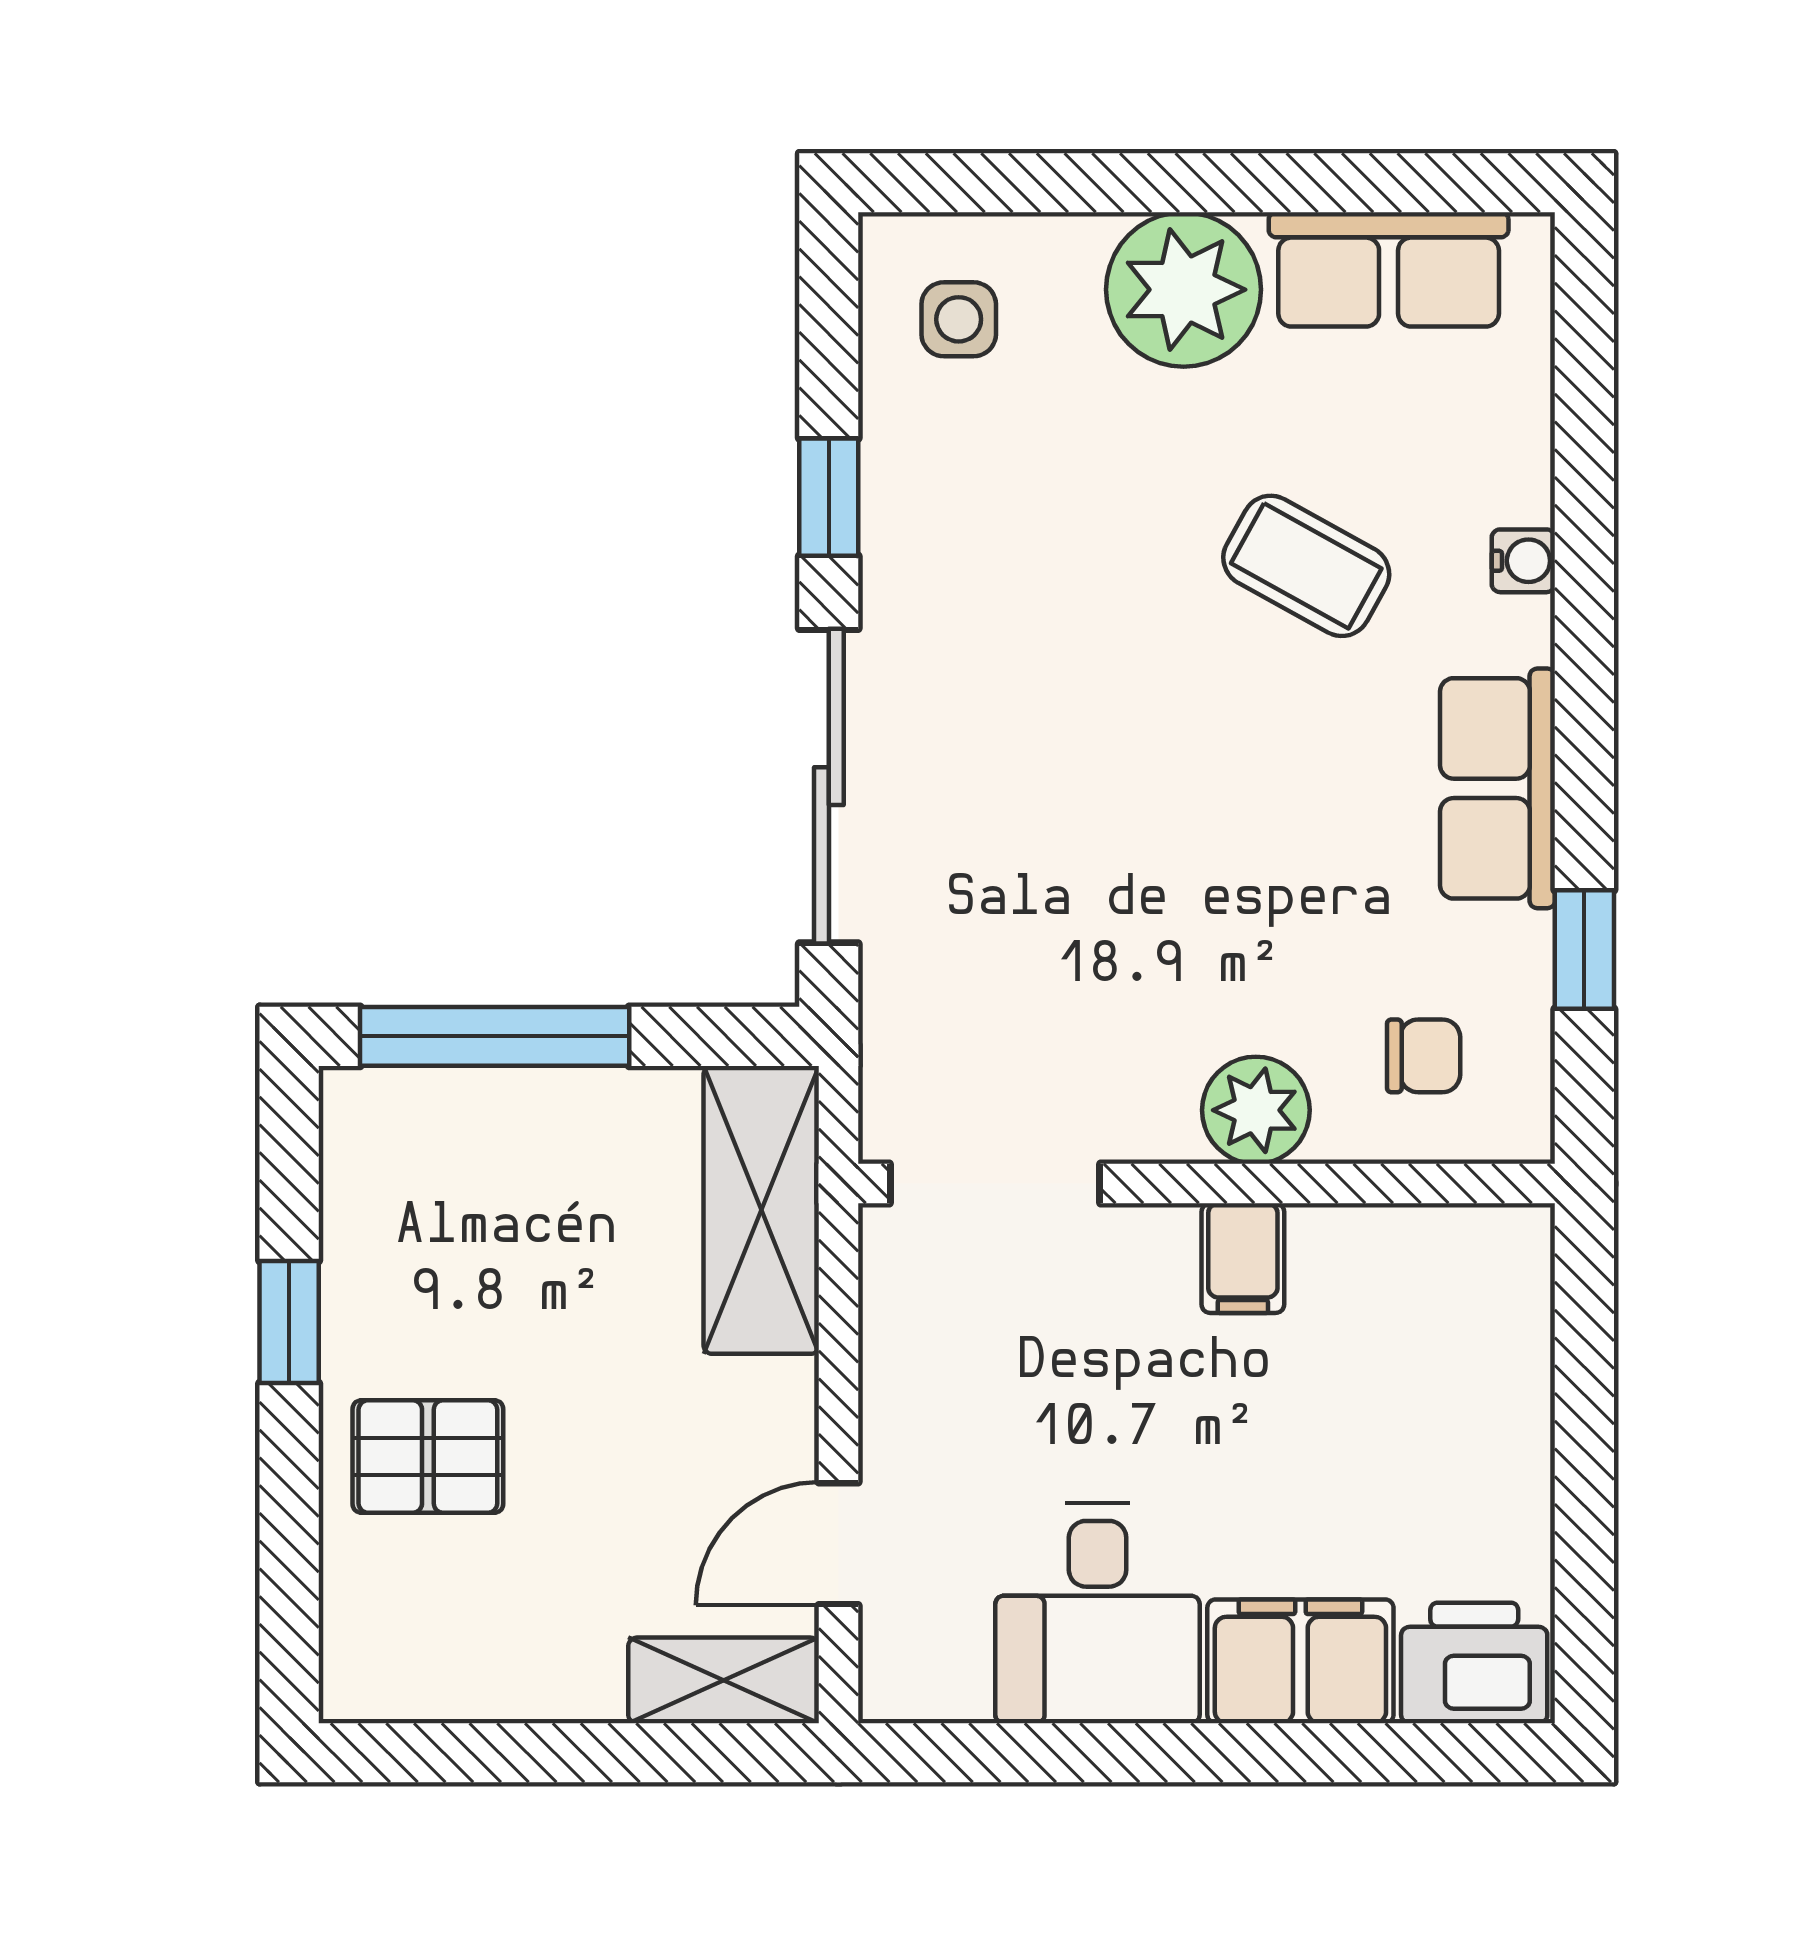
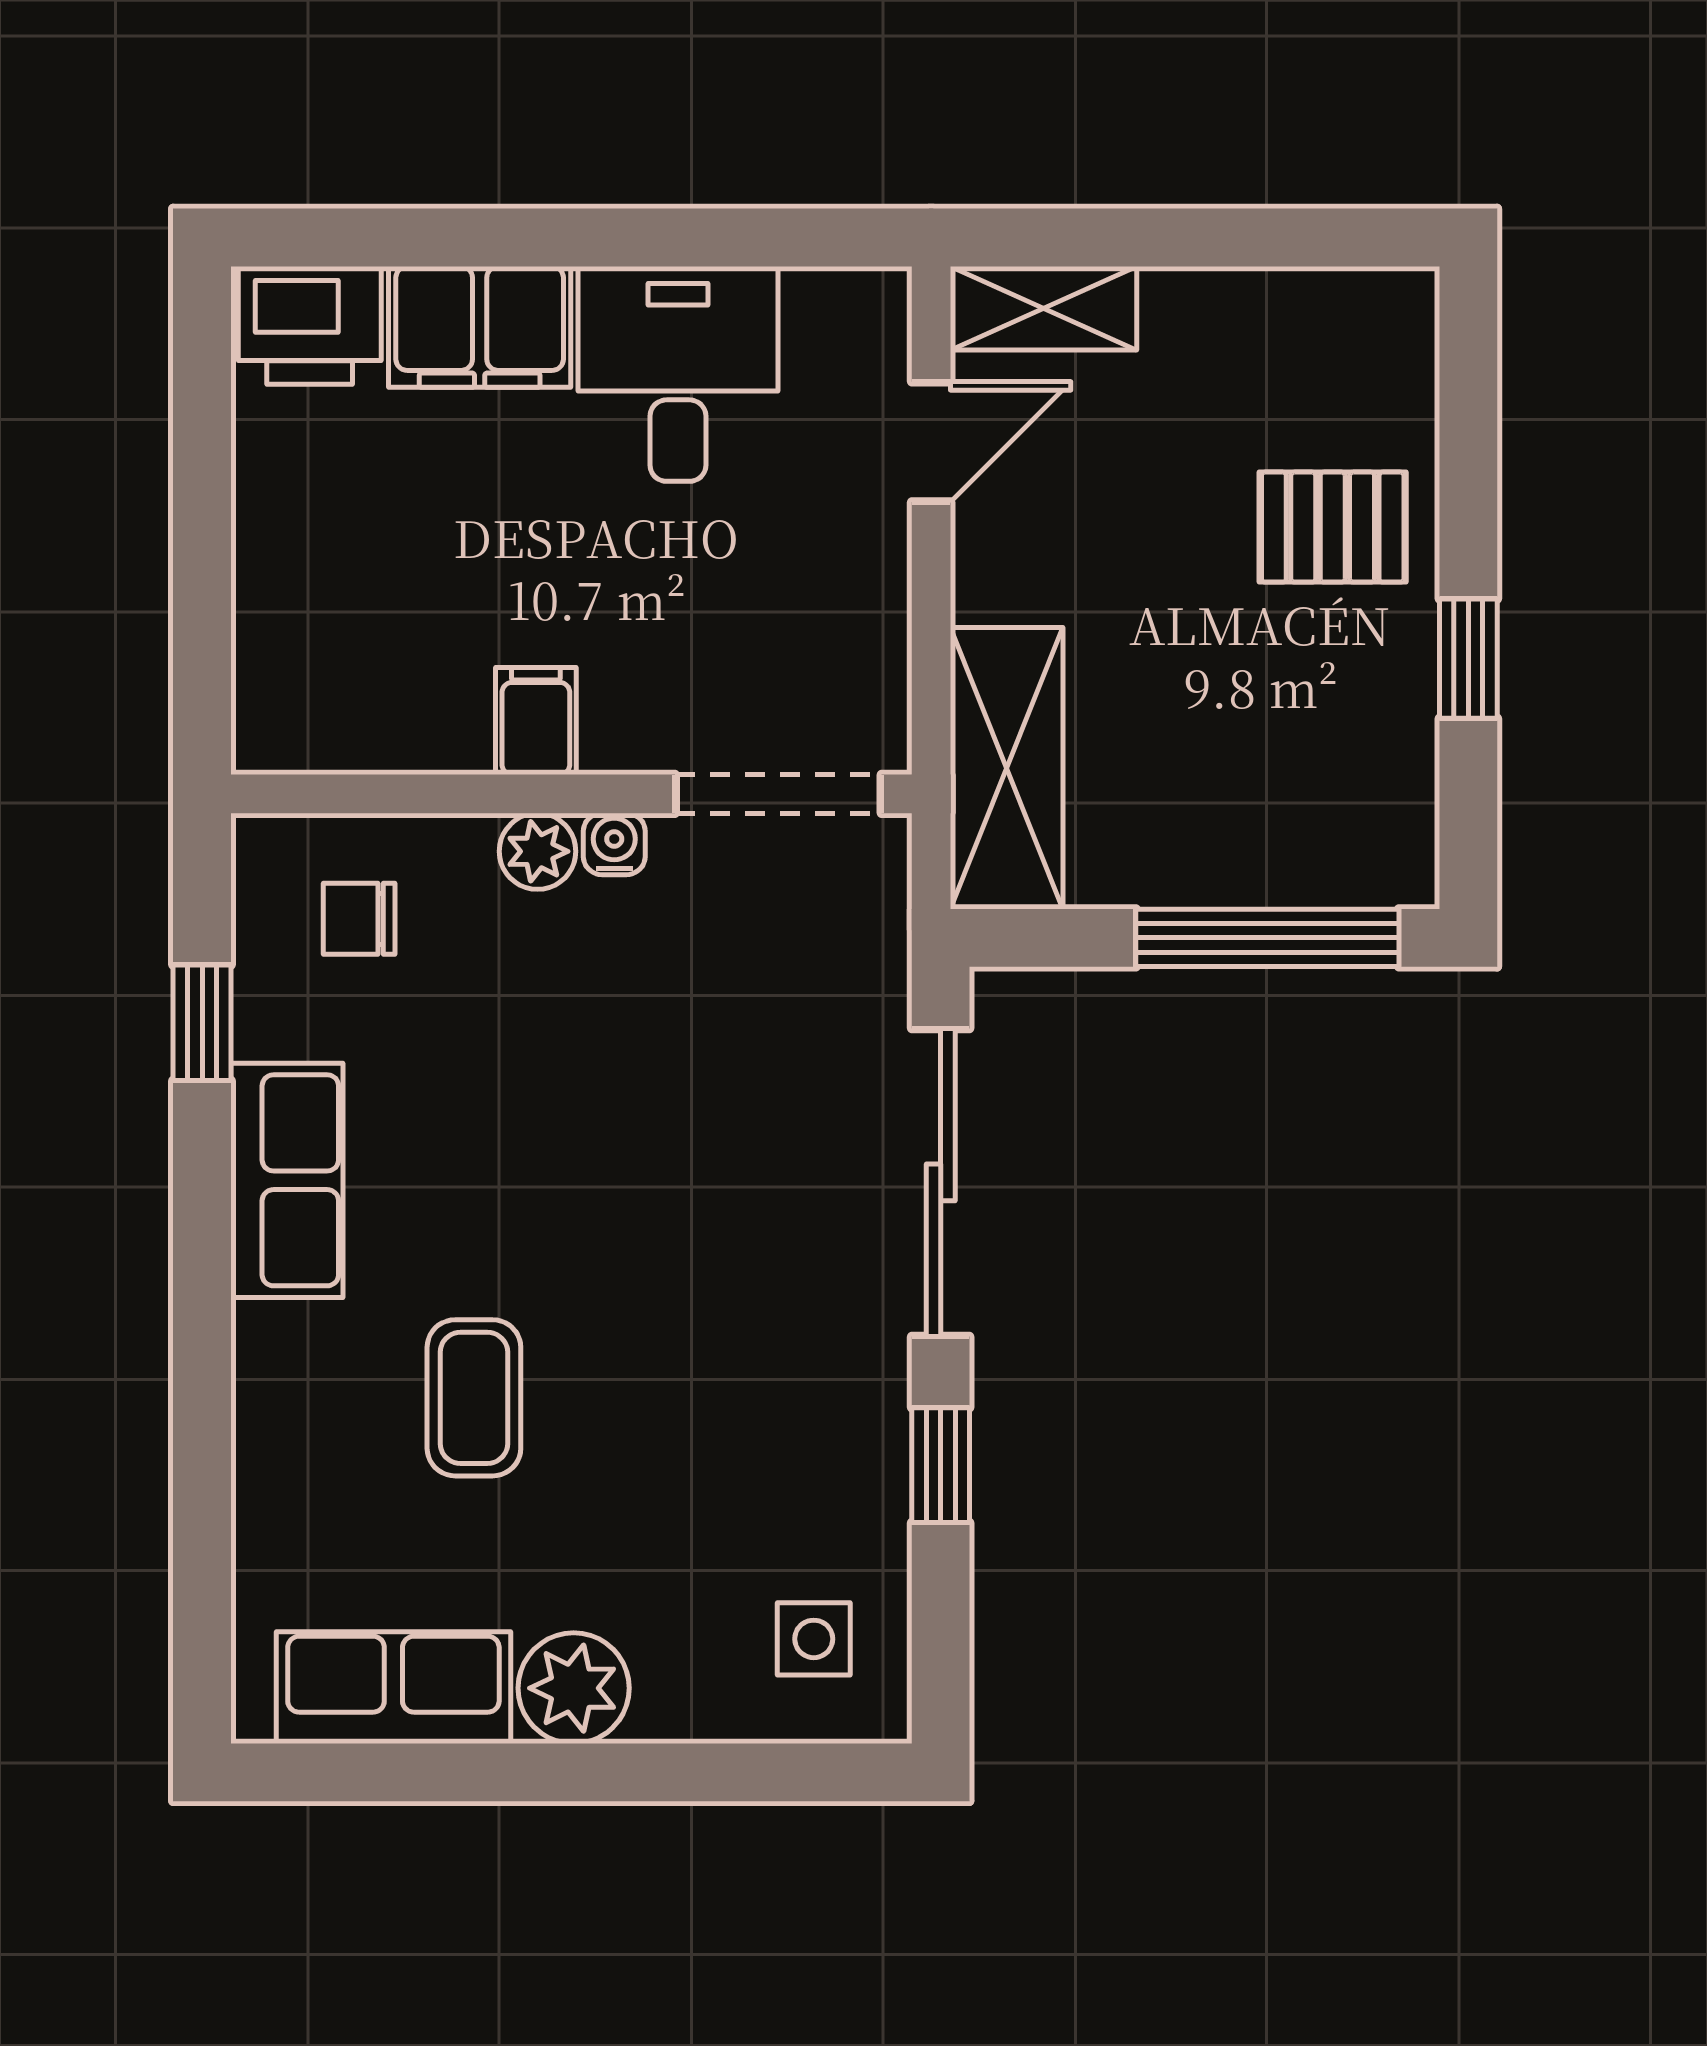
plant: (1184, 290) -> (574, 1688), width x0.73, depth x0.73
water cooler: (1523, 561) -> (614, 844), moved, turned 90
coffee table: (1306, 566) -> (474, 1398), turned 61
plant: (1256, 1110) -> (538, 851), width x0.73, depth x0.73

